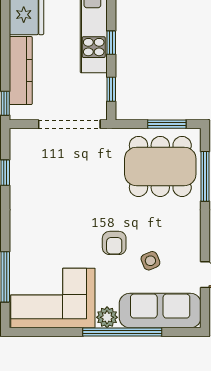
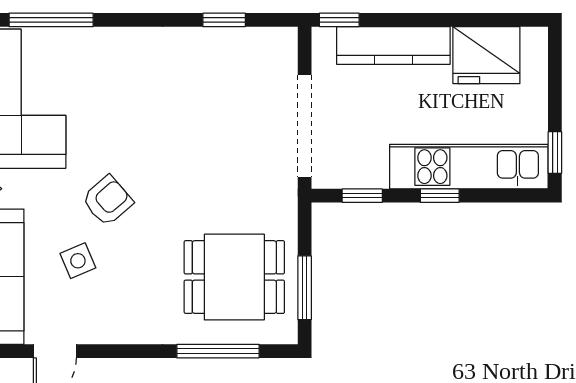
dining table: (160, 166) -> (234, 277), width x0.73
armchair: (114, 243) -> (107, 201), turned 139

